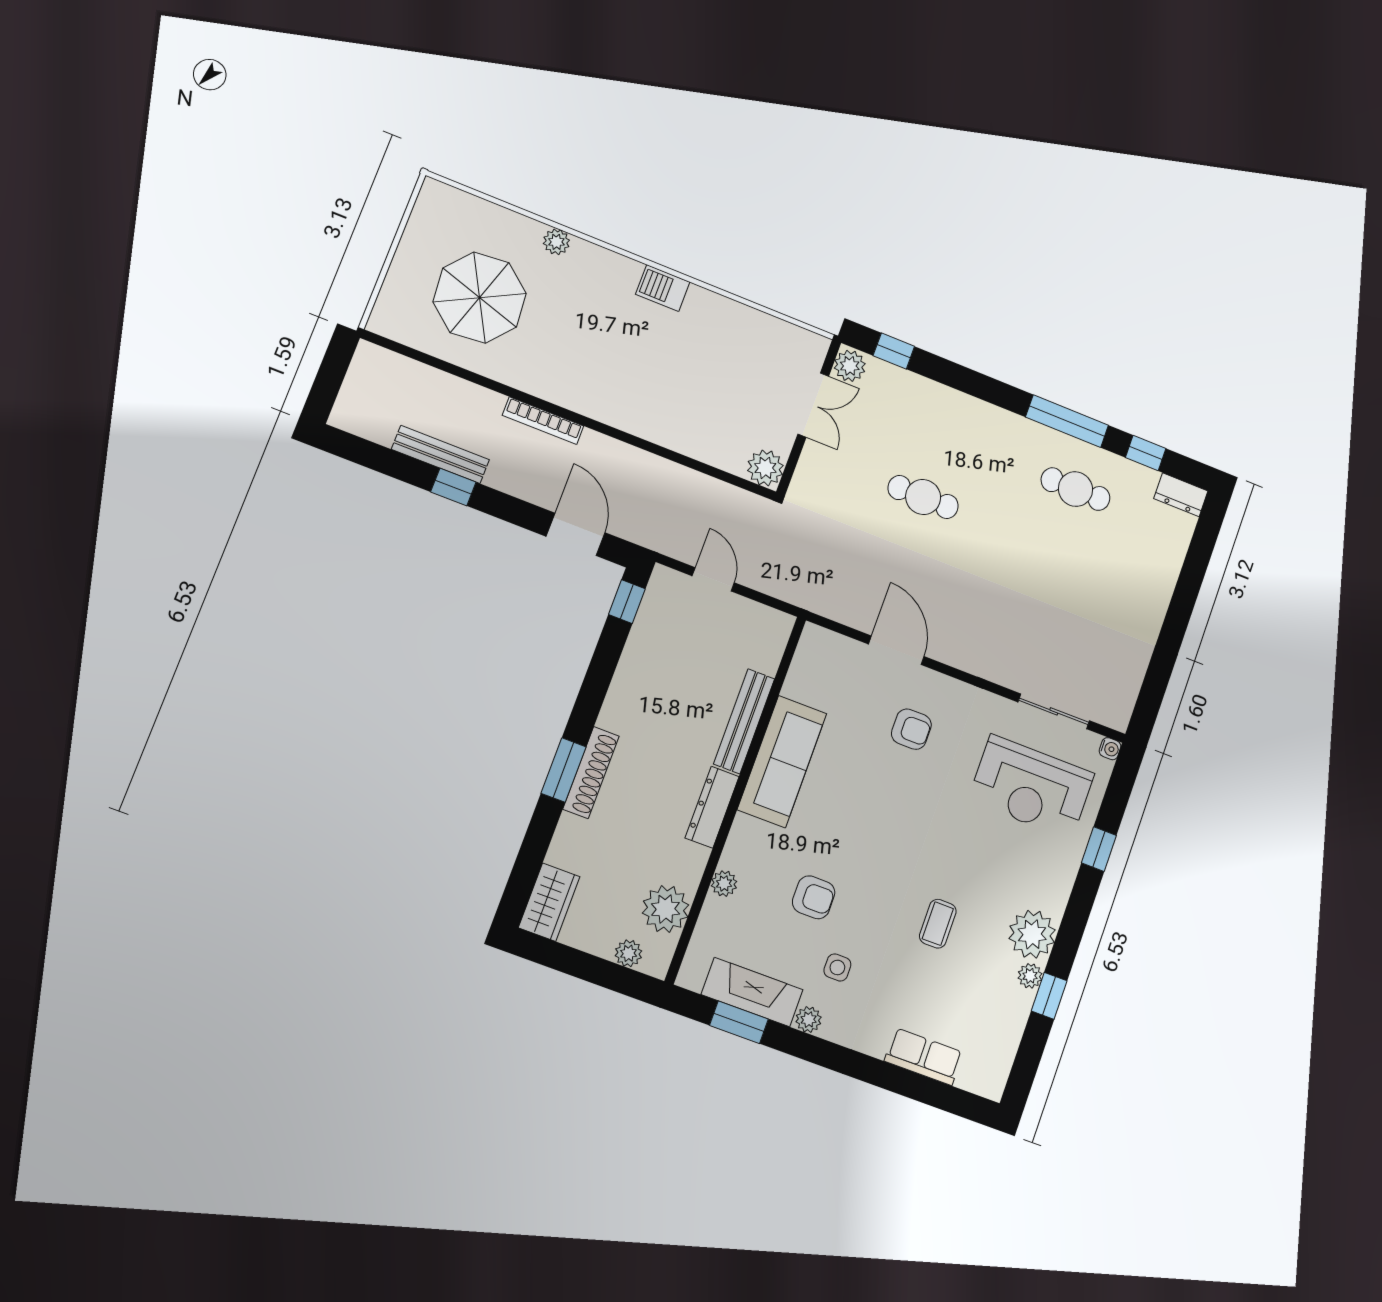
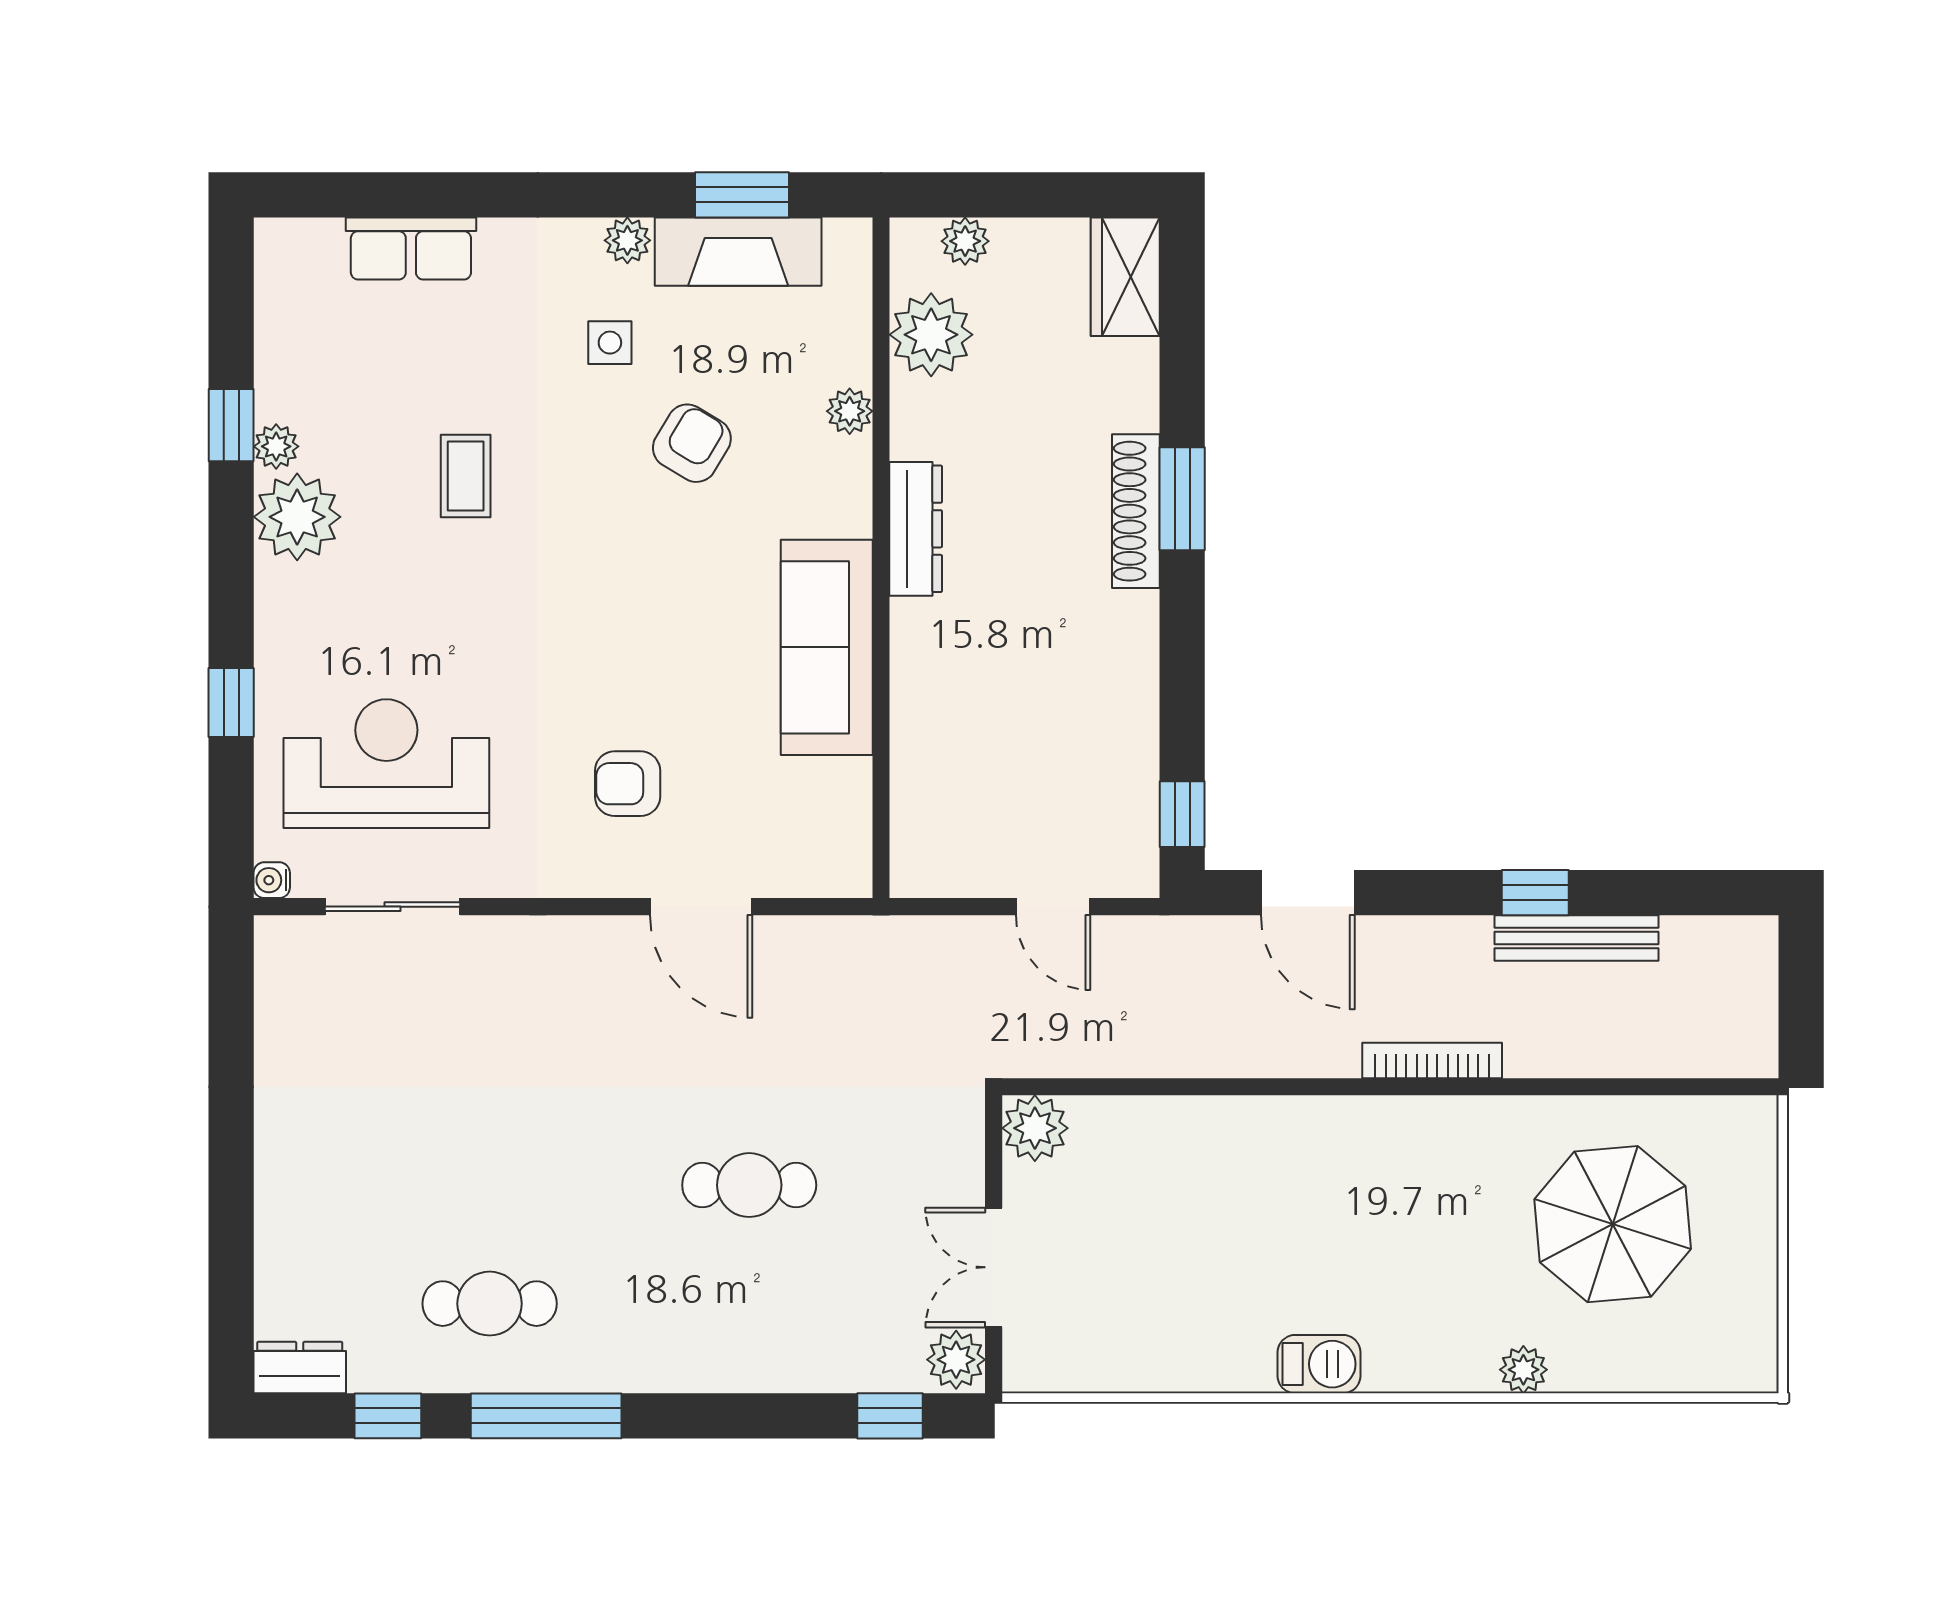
bench: (744, 721) -> (915, 690), removed
armchair: (814, 897) -> (692, 443), turned 121

